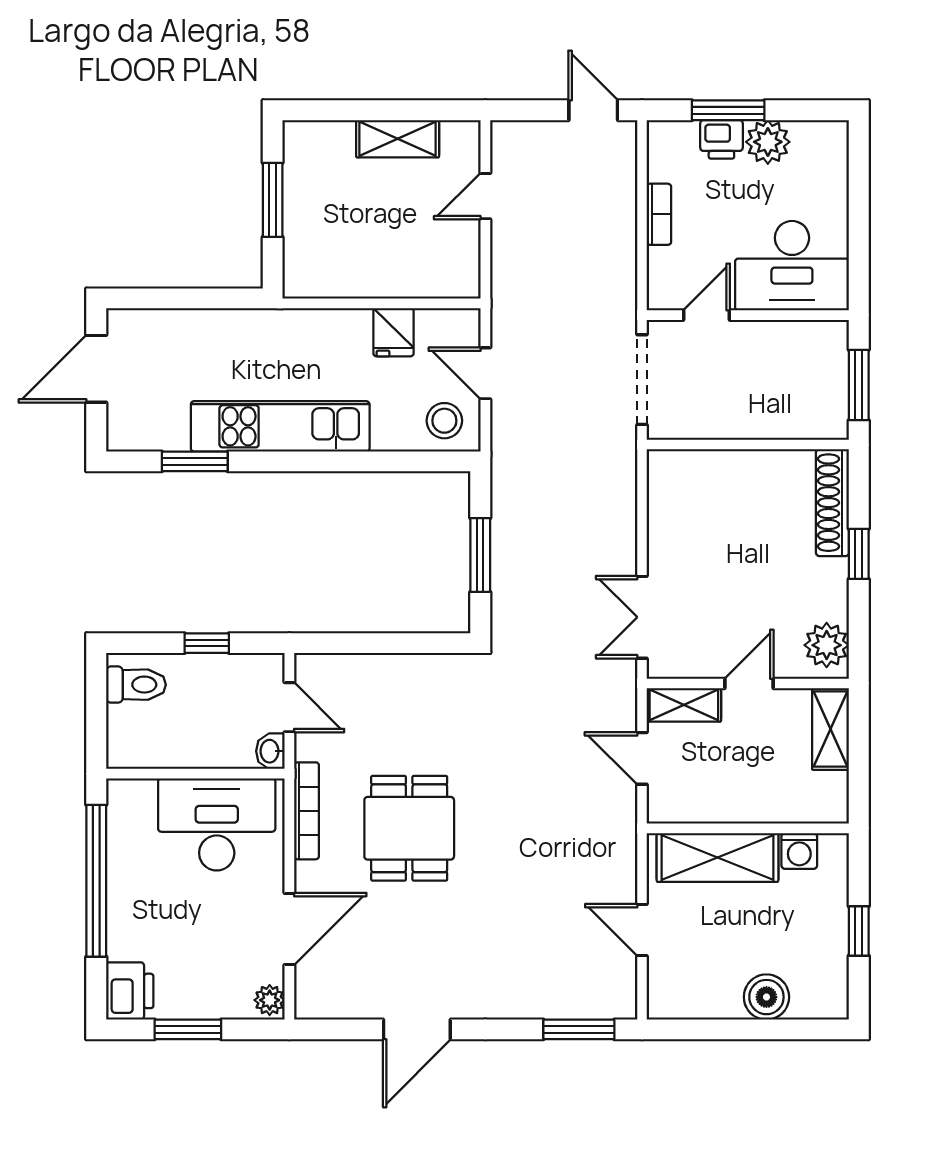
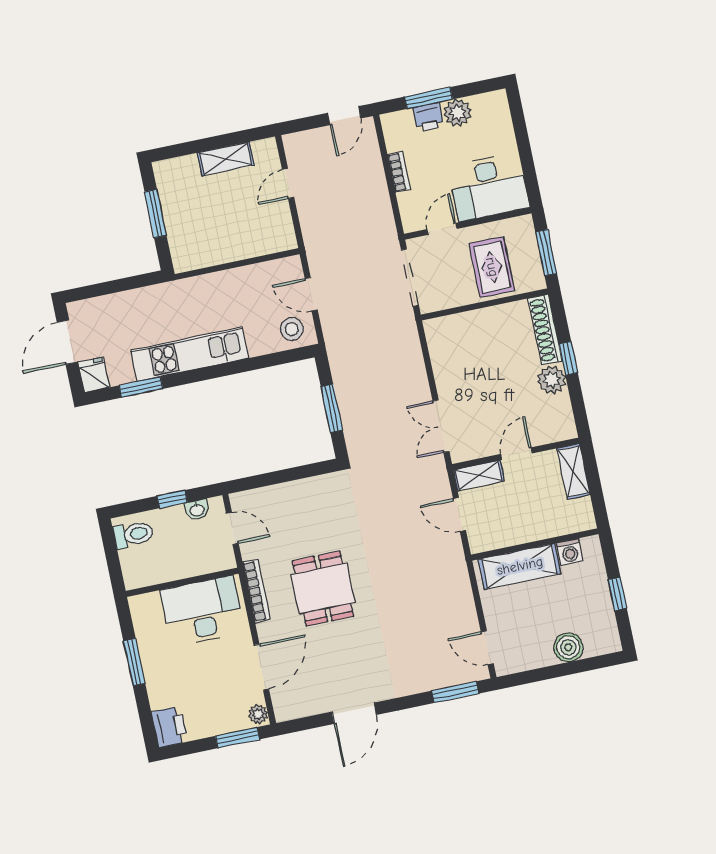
door: (593, 110) -> (344, 116), swing flipped
fridge: (393, 332) -> (94, 375), moved, turned 180
rug: (771, 390) -> (492, 267), added
plant: (827, 645) -> (552, 380), moved
washbasin: (270, 751) -> (197, 510), moved, turned -90
window: (96, 881) -> (134, 662), width x0.47
door: (642, 930) -> (487, 648), moved
window: (188, 1029) -> (237, 738), moved

